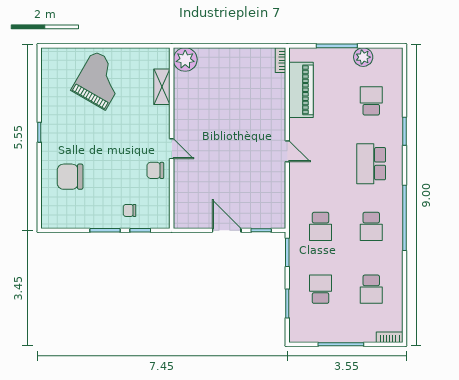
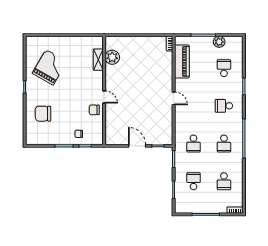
plant: (185, 59) -> (112, 57), moved
grand piano: (100, 80) -> (50, 67), moved
school desk: (371, 164) -> (224, 106), width x0.54

